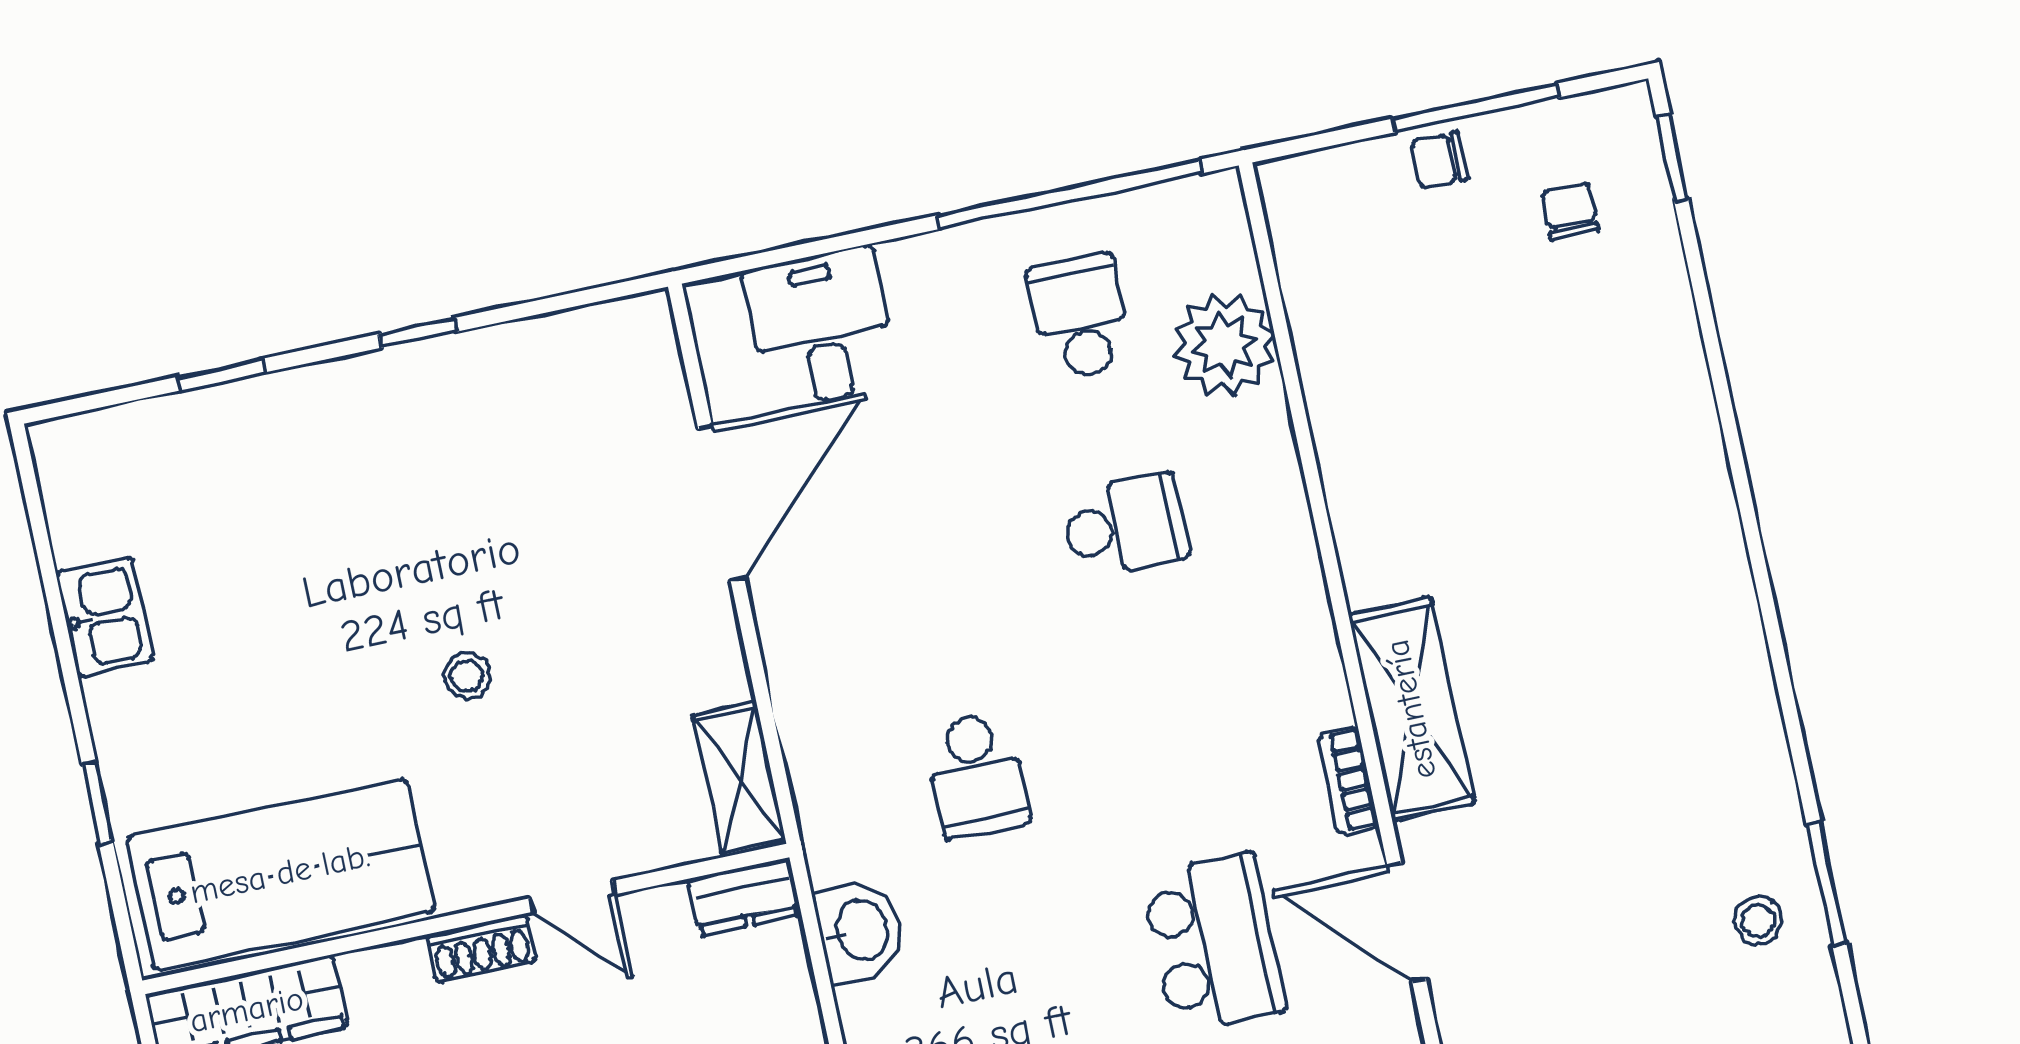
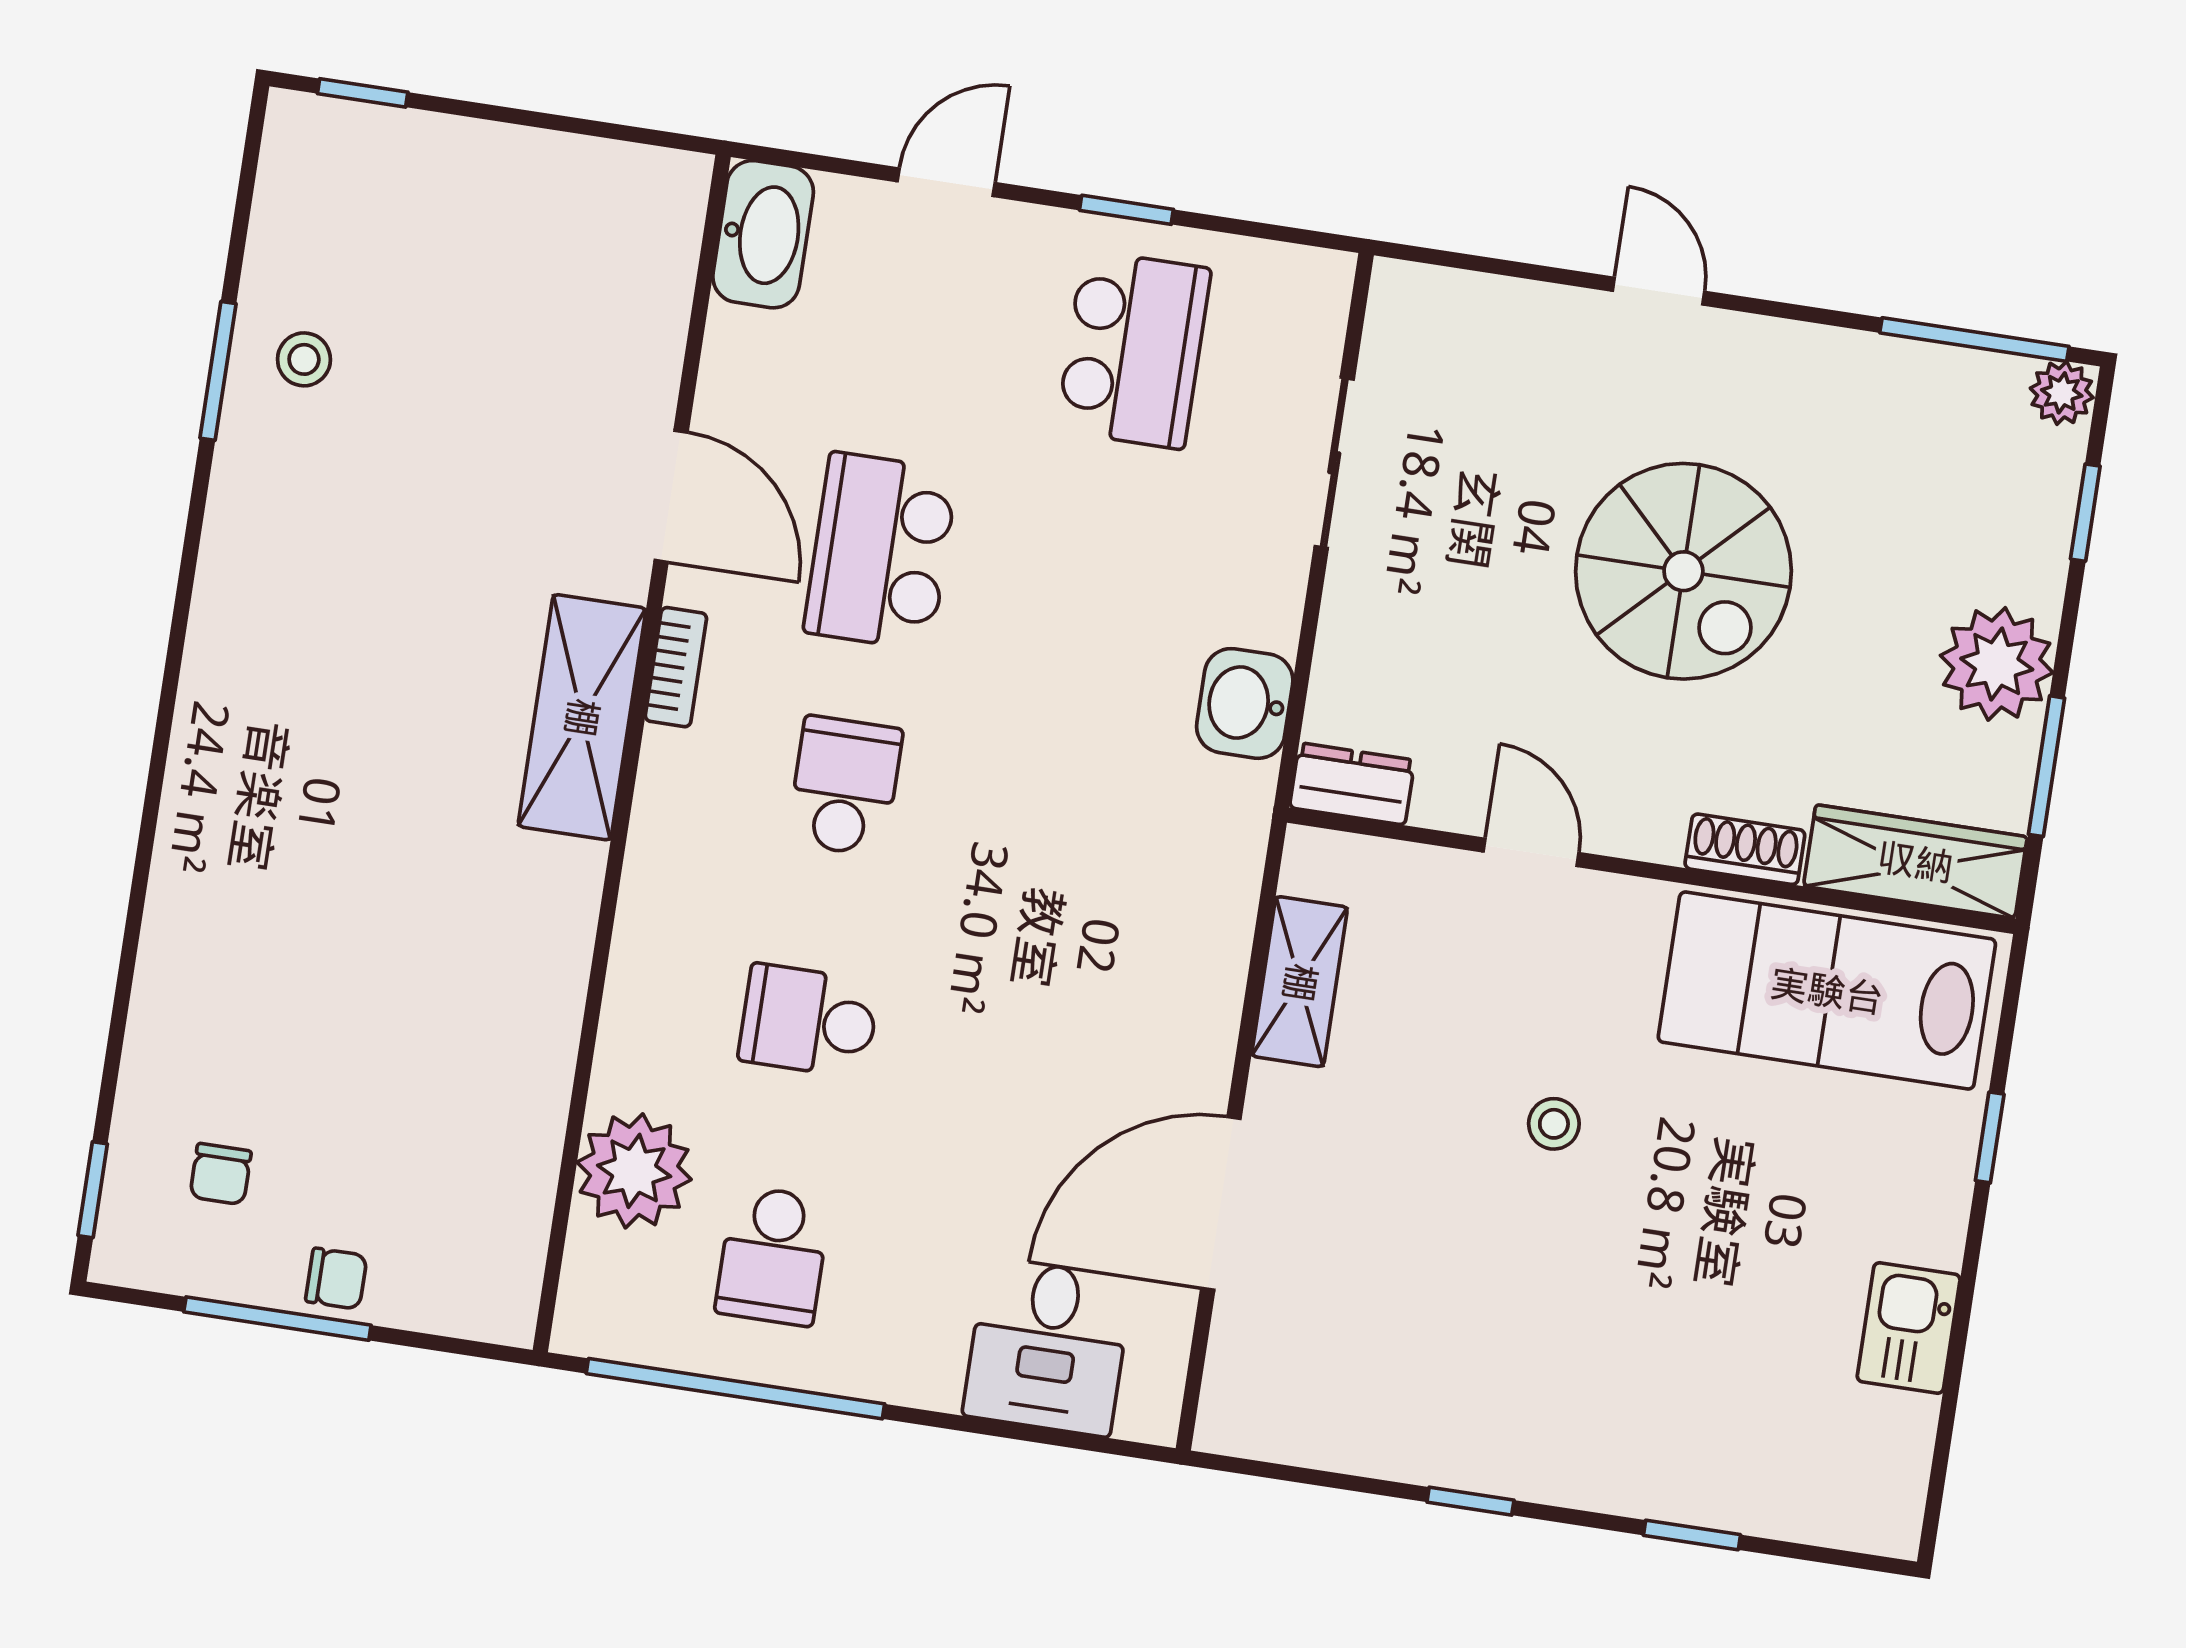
school desk: (977, 775) -> (845, 786), moved
shelving: (739, 779) -> (1300, 982), moved
shoe rack: (481, 948) -> (1745, 849), moved

